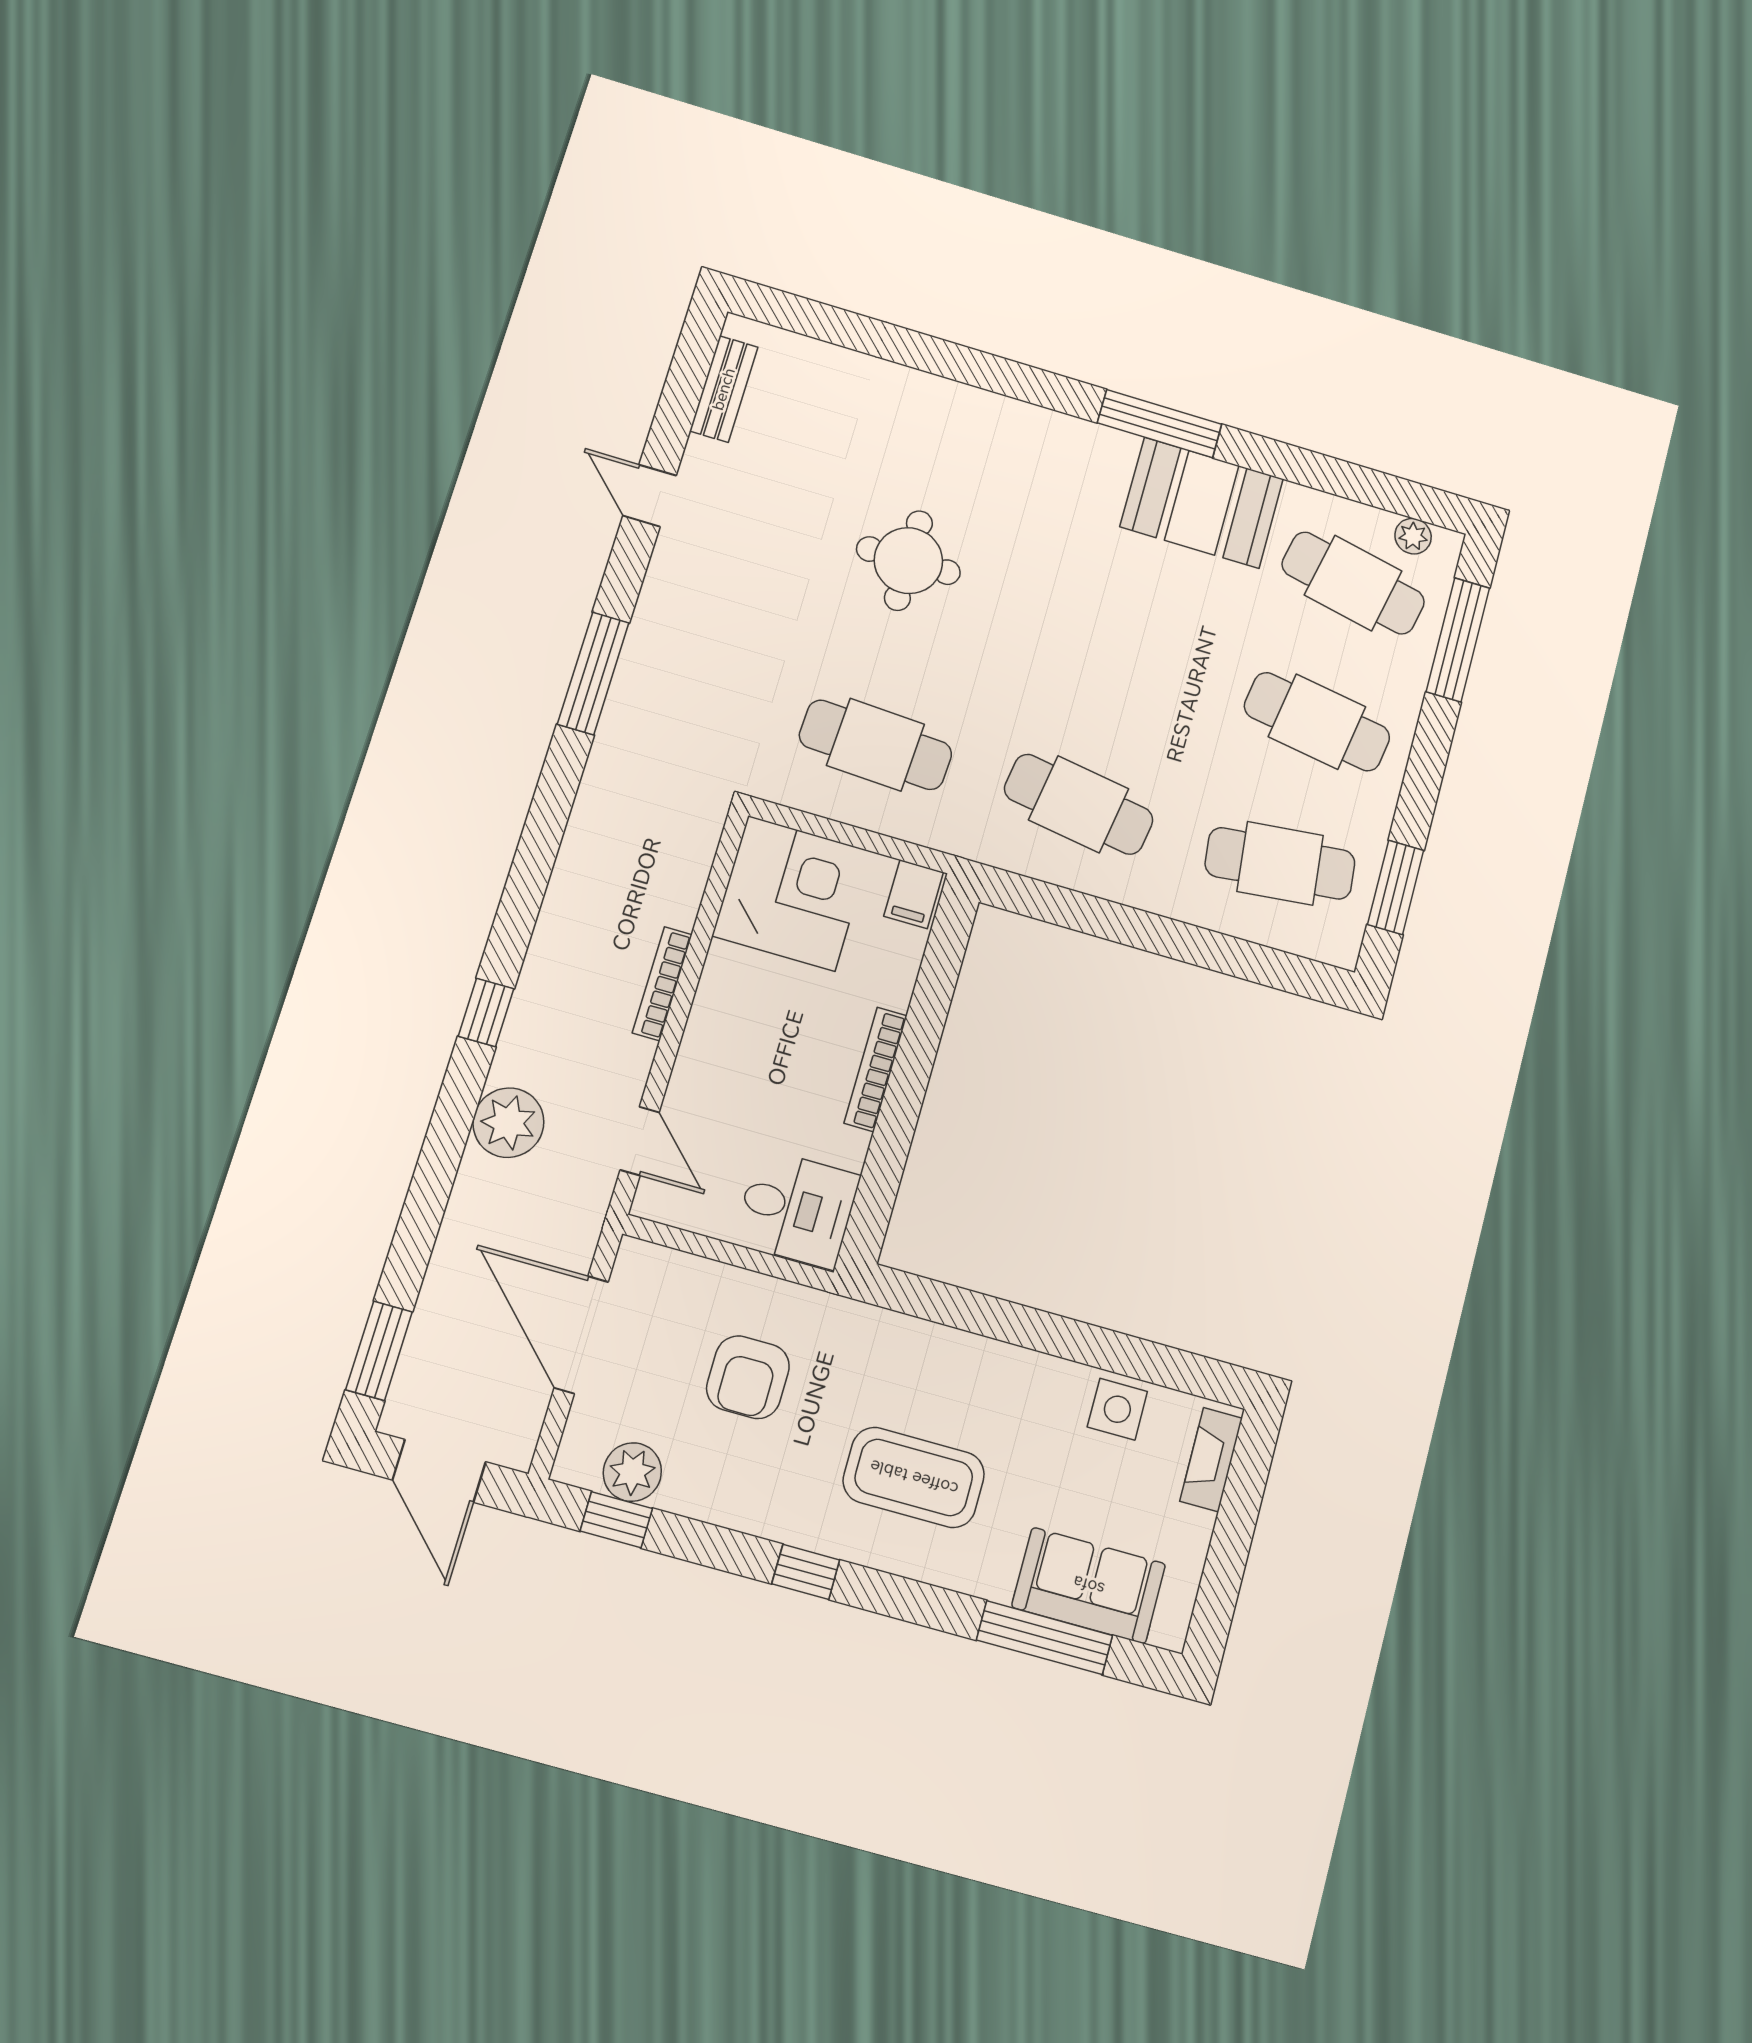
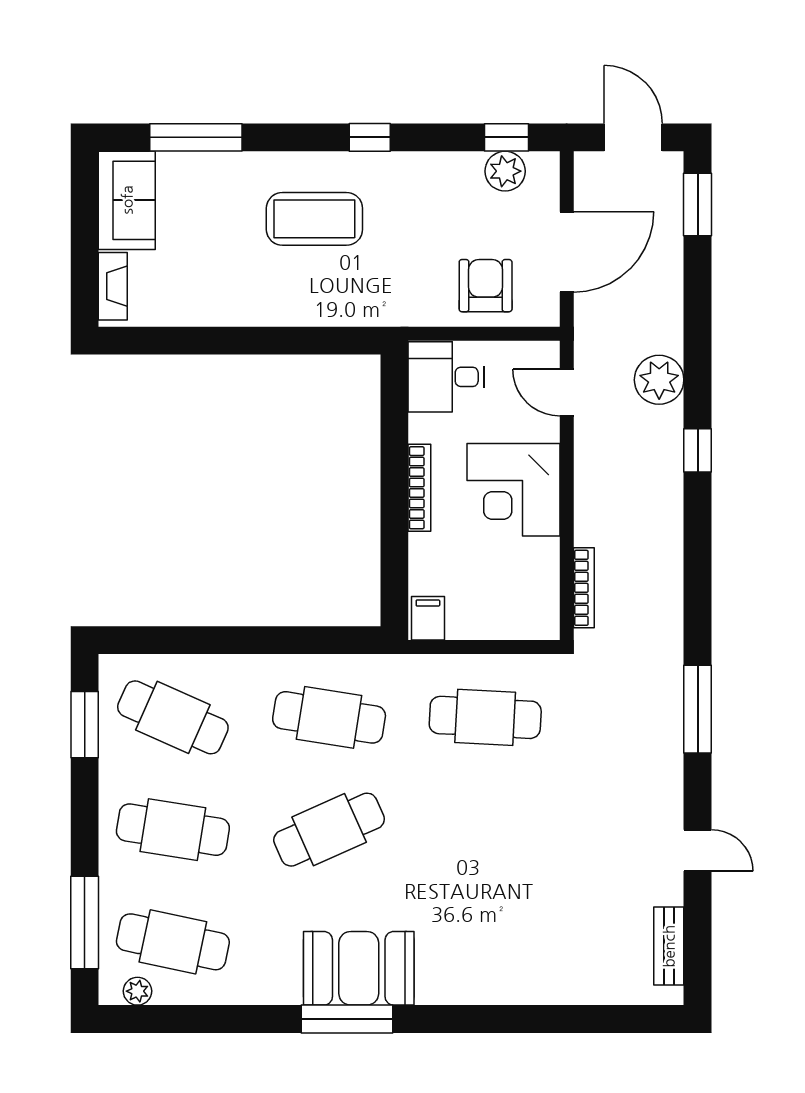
booth: (1202, 503) -> (359, 968), moved
round table: (908, 561) -> (500, 859), removed
cafe table: (1118, 663) -> (329, 830), added
cafe table: (1280, 863) -> (173, 717), turned 30
corner desk: (791, 893) -> (513, 490), moved
bookcase: (662, 984) -> (584, 588), moved
door: (581, 1335) -> (567, 252), hinge flipped
armchair: (748, 1377) -> (486, 286), moved
side table: (1117, 1409) -> (187, 302), removed
sofa: (1089, 1585) -> (127, 200), moved, turned -90

